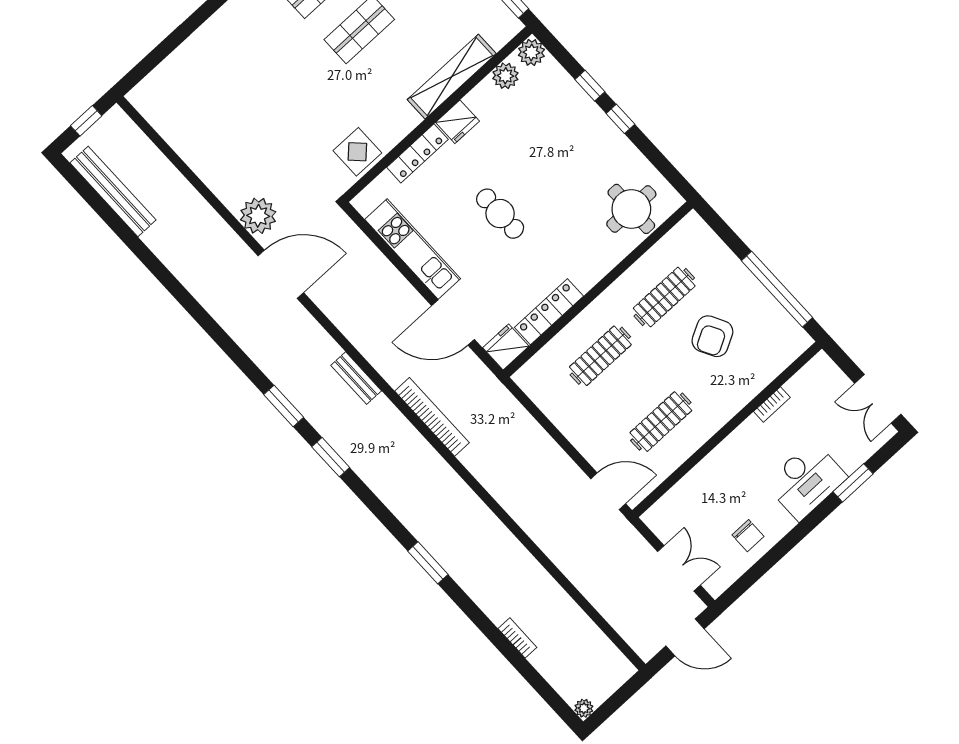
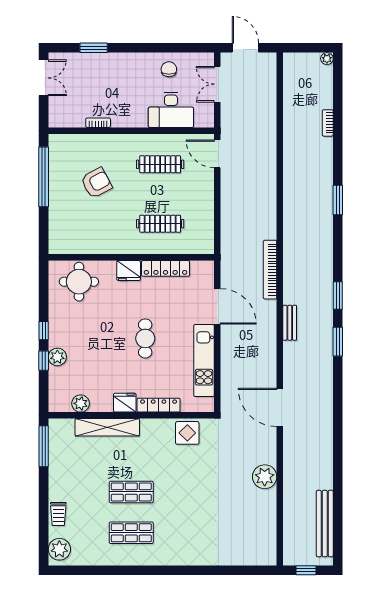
plant: (531, 52) -> (57, 357), moved
plant: (258, 216) -> (265, 477), moved
clothes rail: (664, 297) -> (102, 224), removed
fridge: (506, 347) -> (129, 271), moved
desk: (806, 480) -> (171, 110), moved, turned 180

